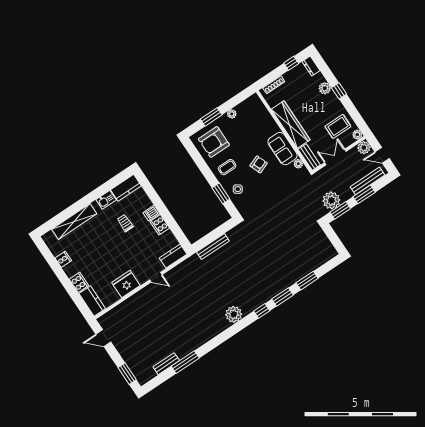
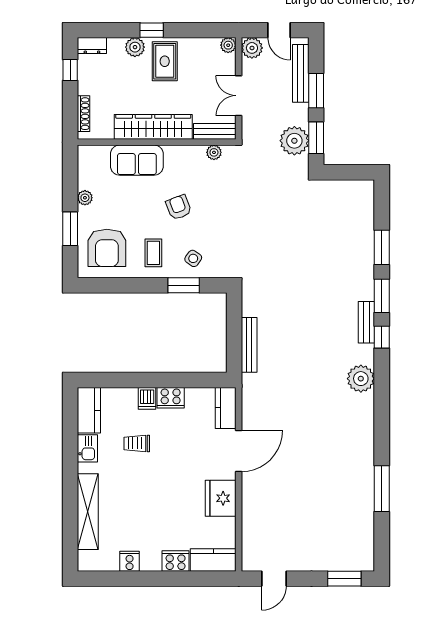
rug: (338, 126) -> (165, 61), moved
sofa: (283, 149) -> (137, 160), moved
door: (382, 155) -> (279, 30), hinge flipped
door: (156, 277) -> (239, 451), width x1.88
bench: (166, 364) -> (366, 322), moved

